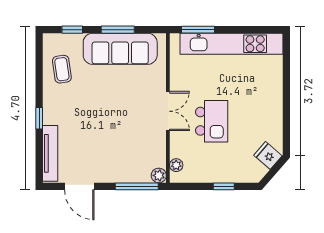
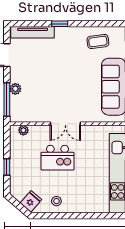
stool: (268, 123) -> (56, 201), added
plant: (159, 175) -> (15, 89), moved

